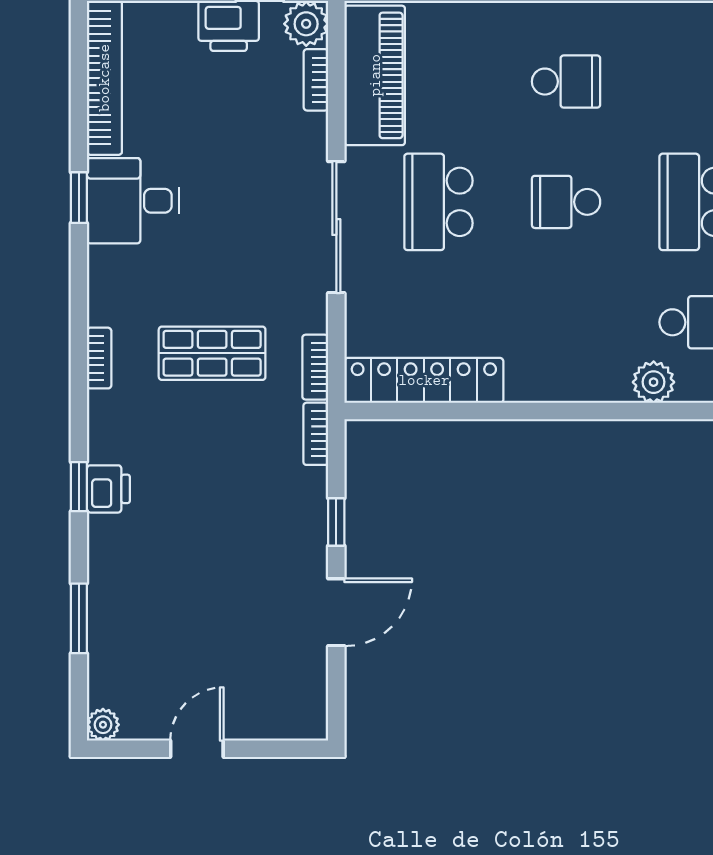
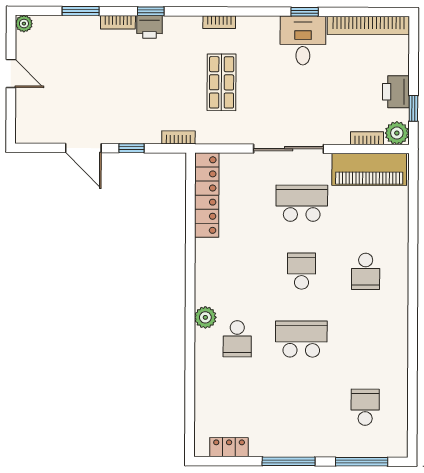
bookcase: (315, 367) -> (118, 22), moved, turned 180

